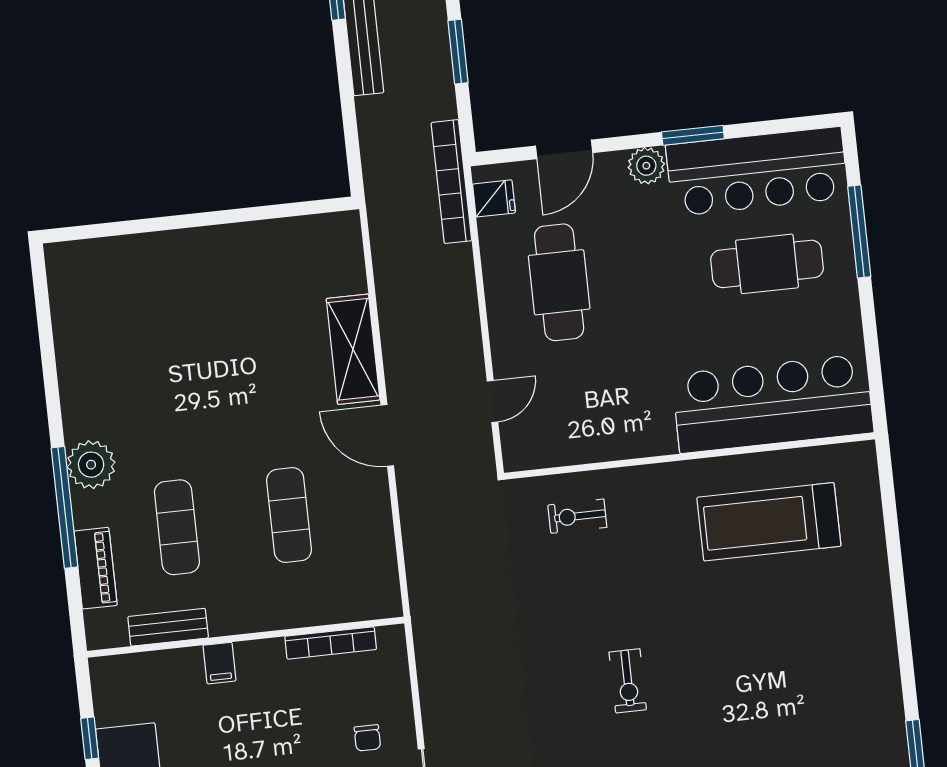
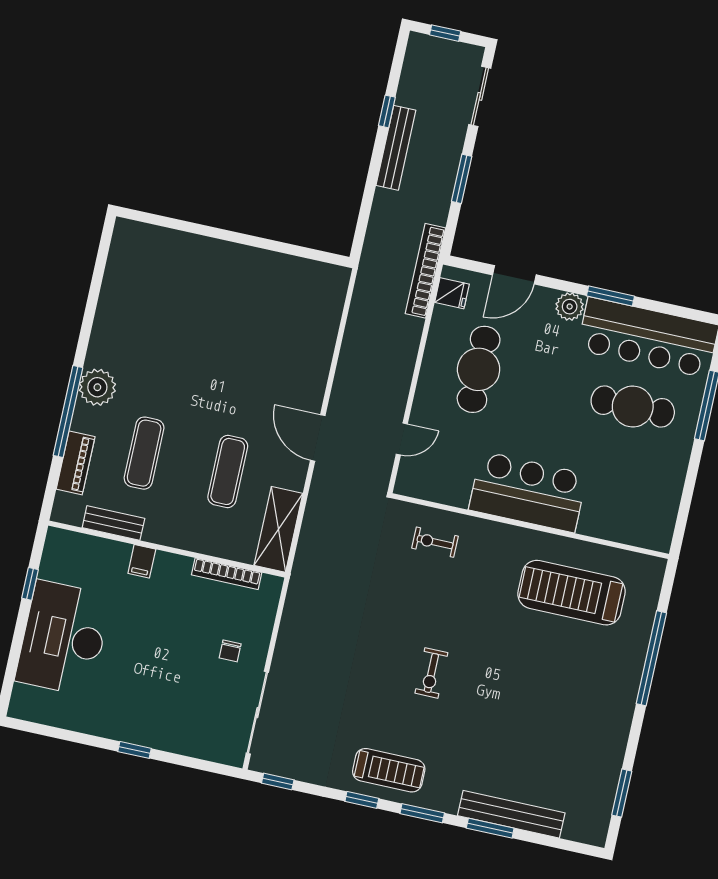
shelving: (353, 349) -> (278, 529), moved
bar counter: (773, 404) -> (528, 492), moved, width x0.73
window: (896, 570) -> (651, 658), added

